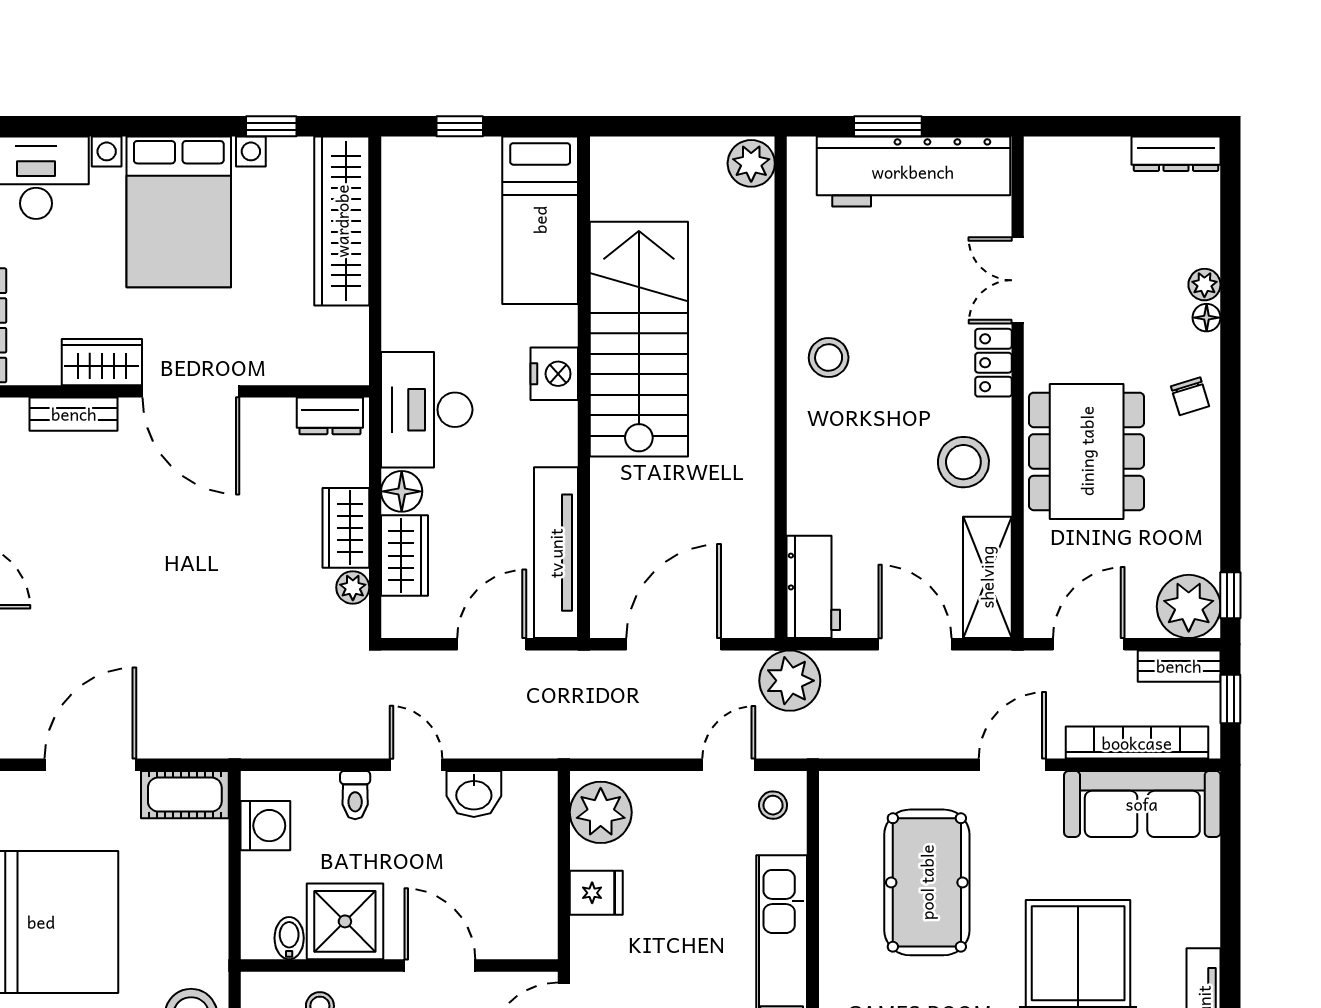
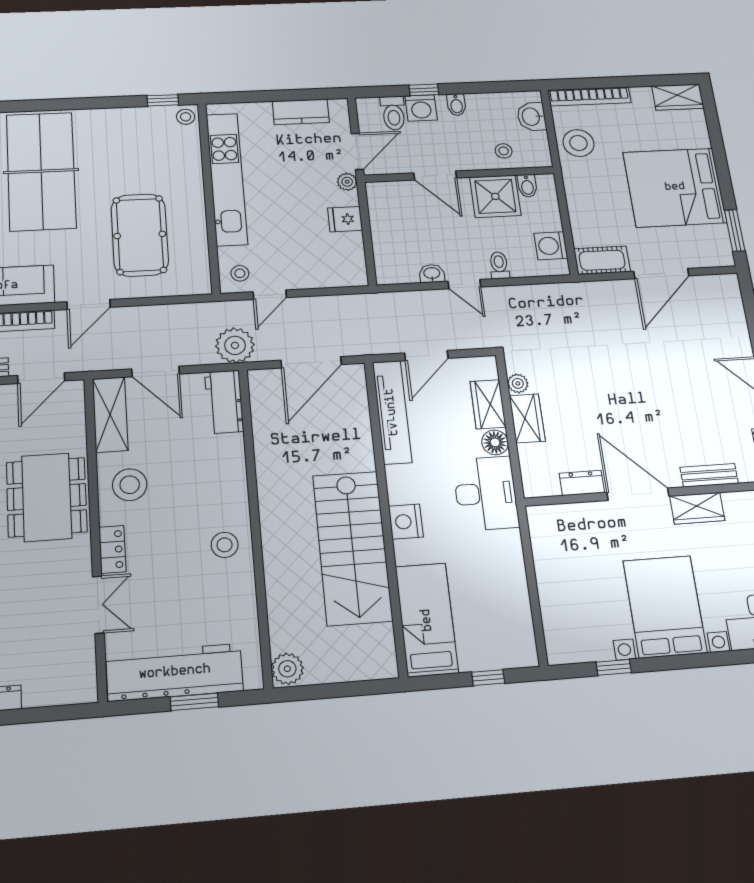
wardrobe: (342, 221) -> (558, 609), removed
dresser: (330, 416) -> (582, 483), moved
washbasin: (474, 794) -> (432, 274), width x0.72, depth x0.69
plant: (601, 812) -> (347, 182), moved, width x0.53, depth x0.53

